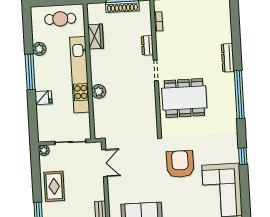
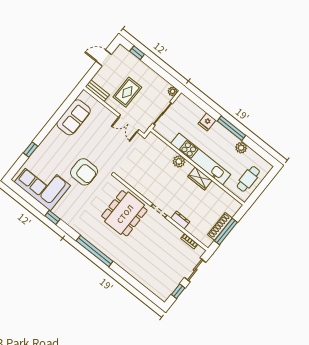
wardrobe: (96, 36) -> (200, 179), moved
dresser: (228, 58) -> (125, 265), removed
rug: (54, 186) -> (127, 92), moved, turned 90

